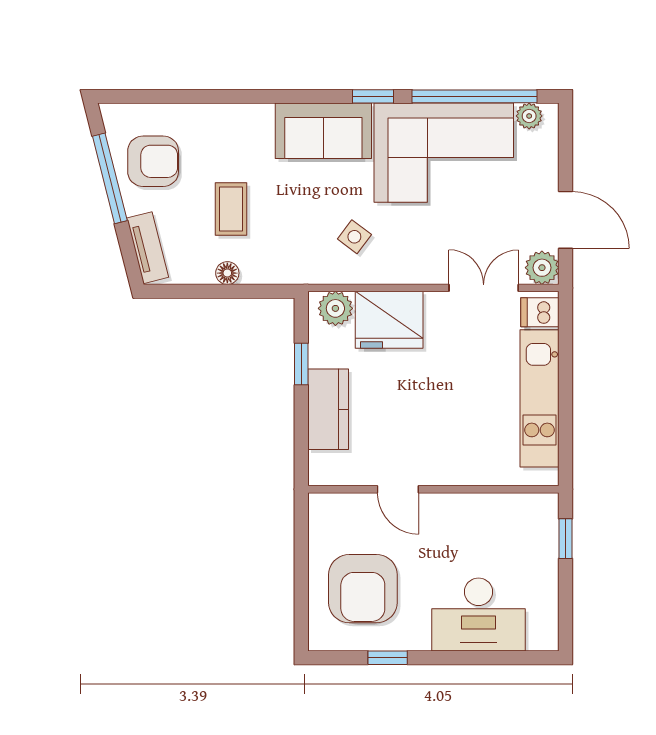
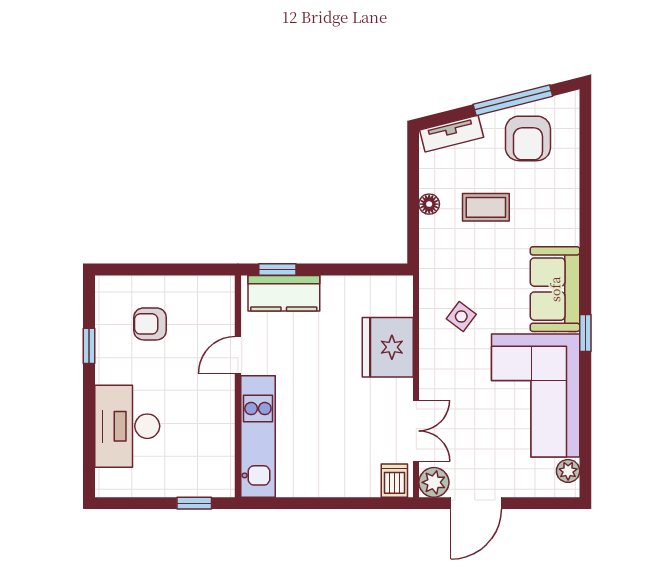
window: (475, 96) -> (585, 423), removed
plant: (335, 308) -> (398, 300), removed
window: (301, 364) -> (277, 270), moved
kitchen unit: (540, 398) -> (258, 437), moved, turned 90
kitchen counter: (328, 409) -> (284, 293), moved
armchair: (363, 589) -> (150, 324), width x0.53, depth x0.53

